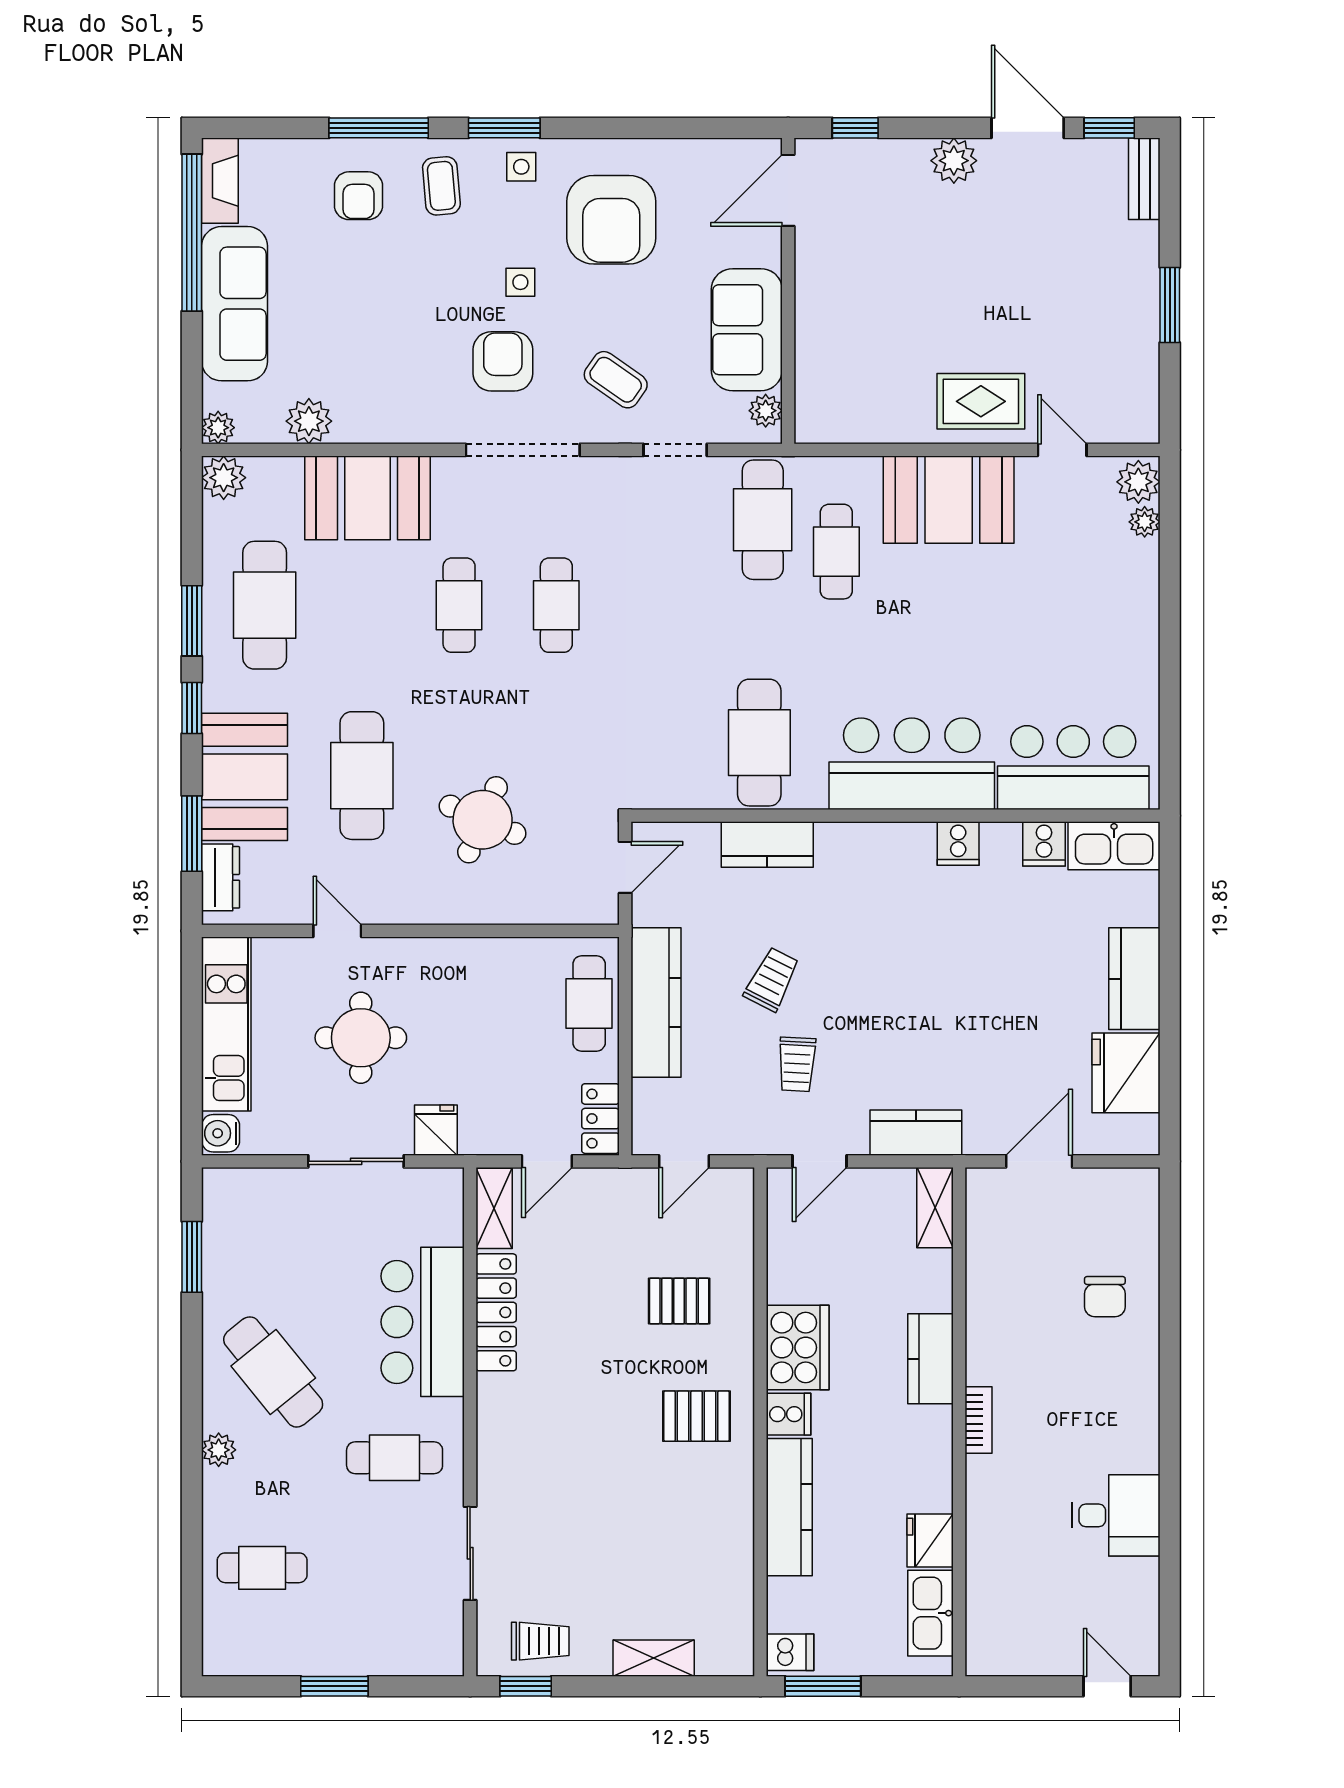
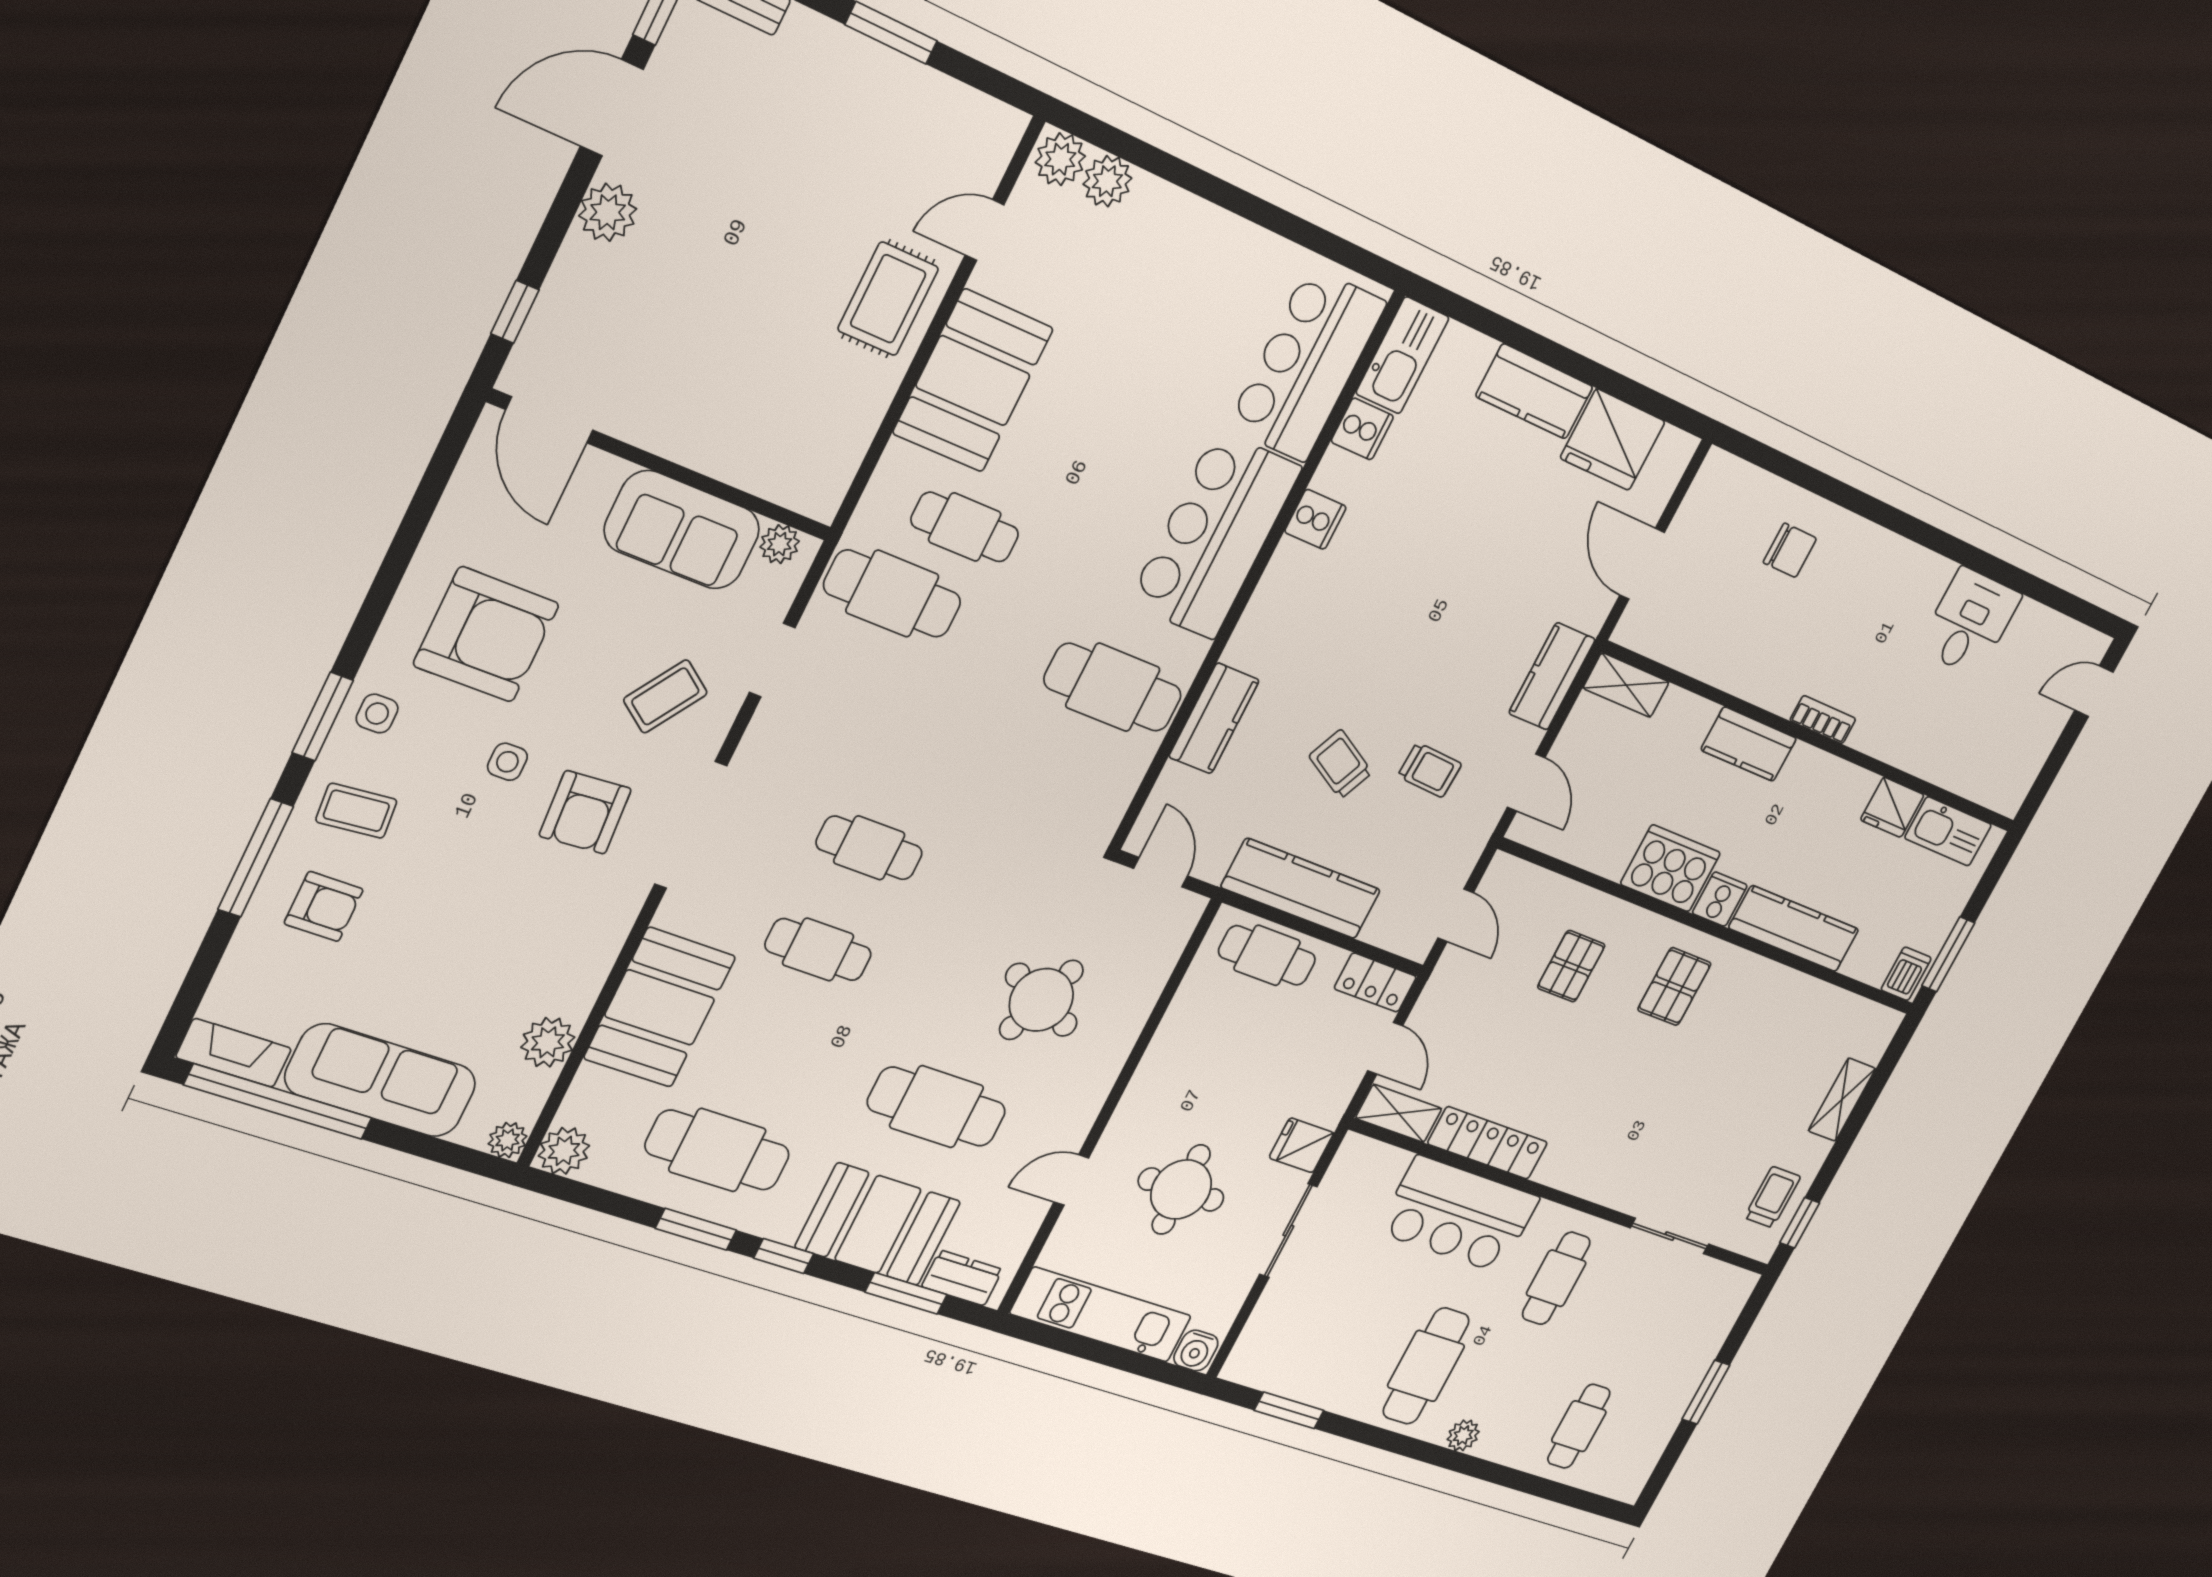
armchair: (503, 361) -> (585, 812), turned -94
plant: (1145, 522) -> (1107, 181), width x1.38, depth x1.38
cafe table: (273, 1372) -> (1426, 1366), turned -51

